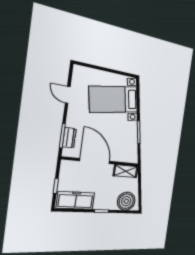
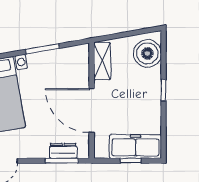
door: (95, 161) -> (92, 111), hinge flipped
freezer: (76, 200) -> (135, 146), moved, turned 90

